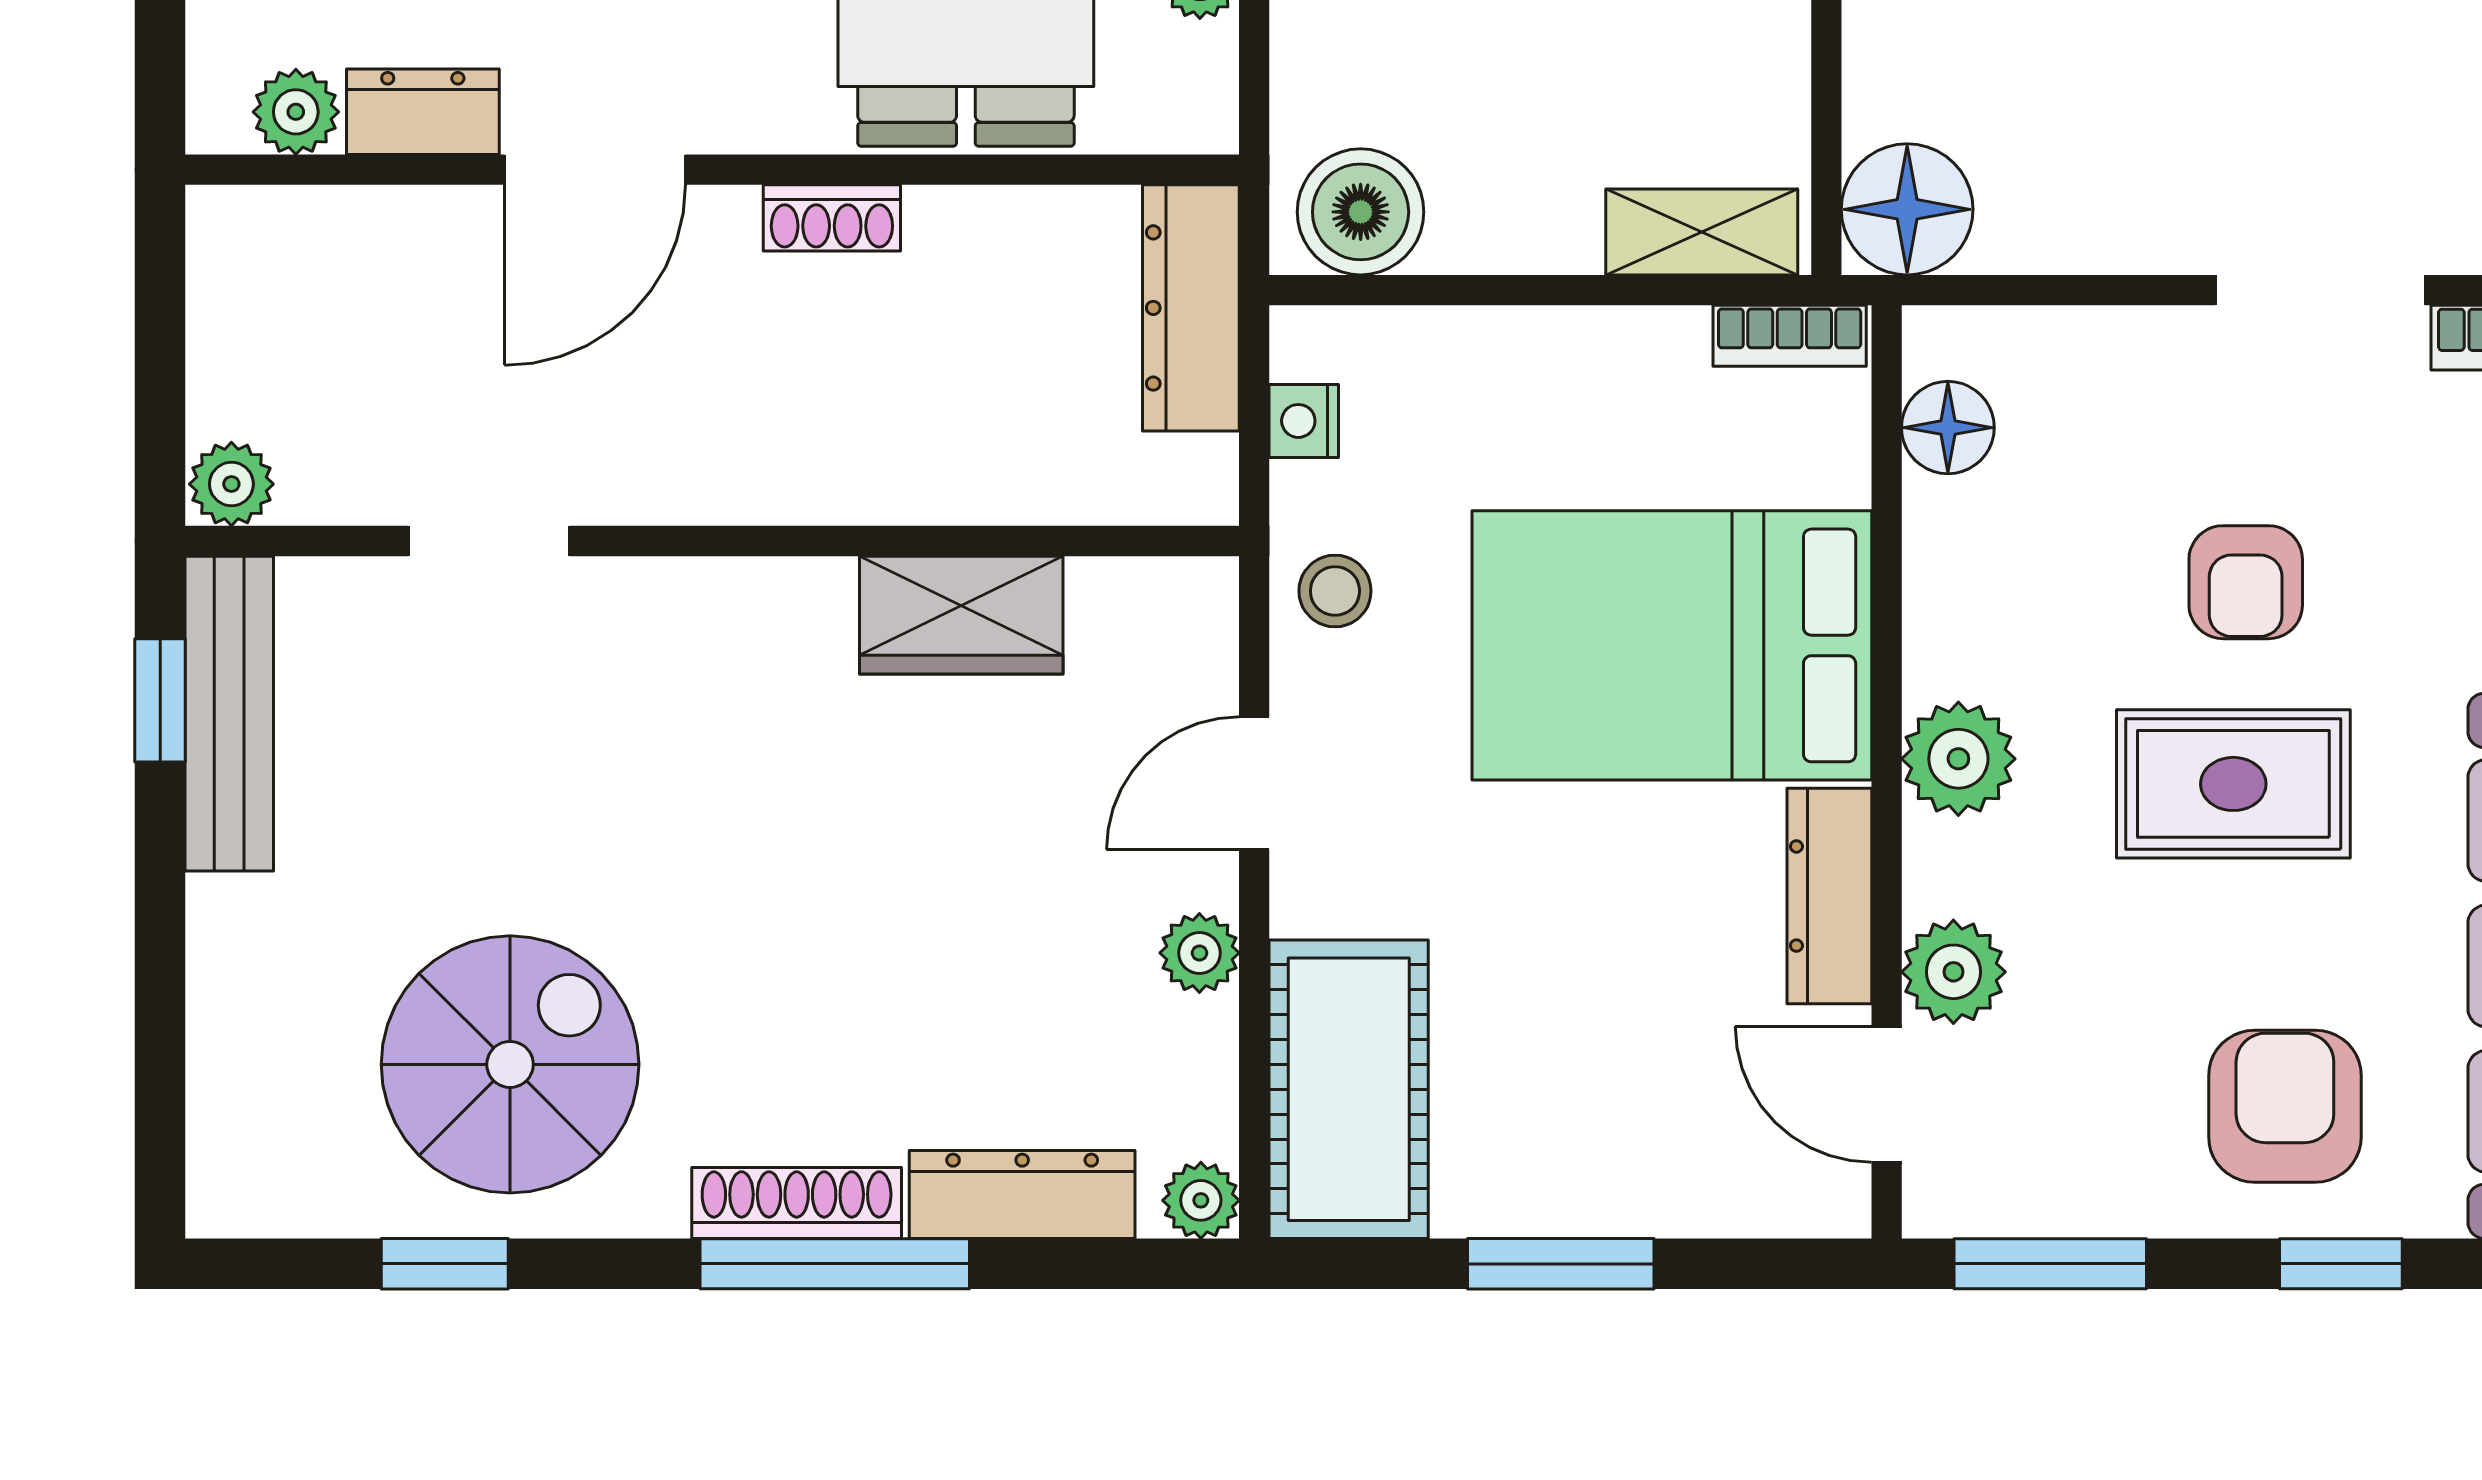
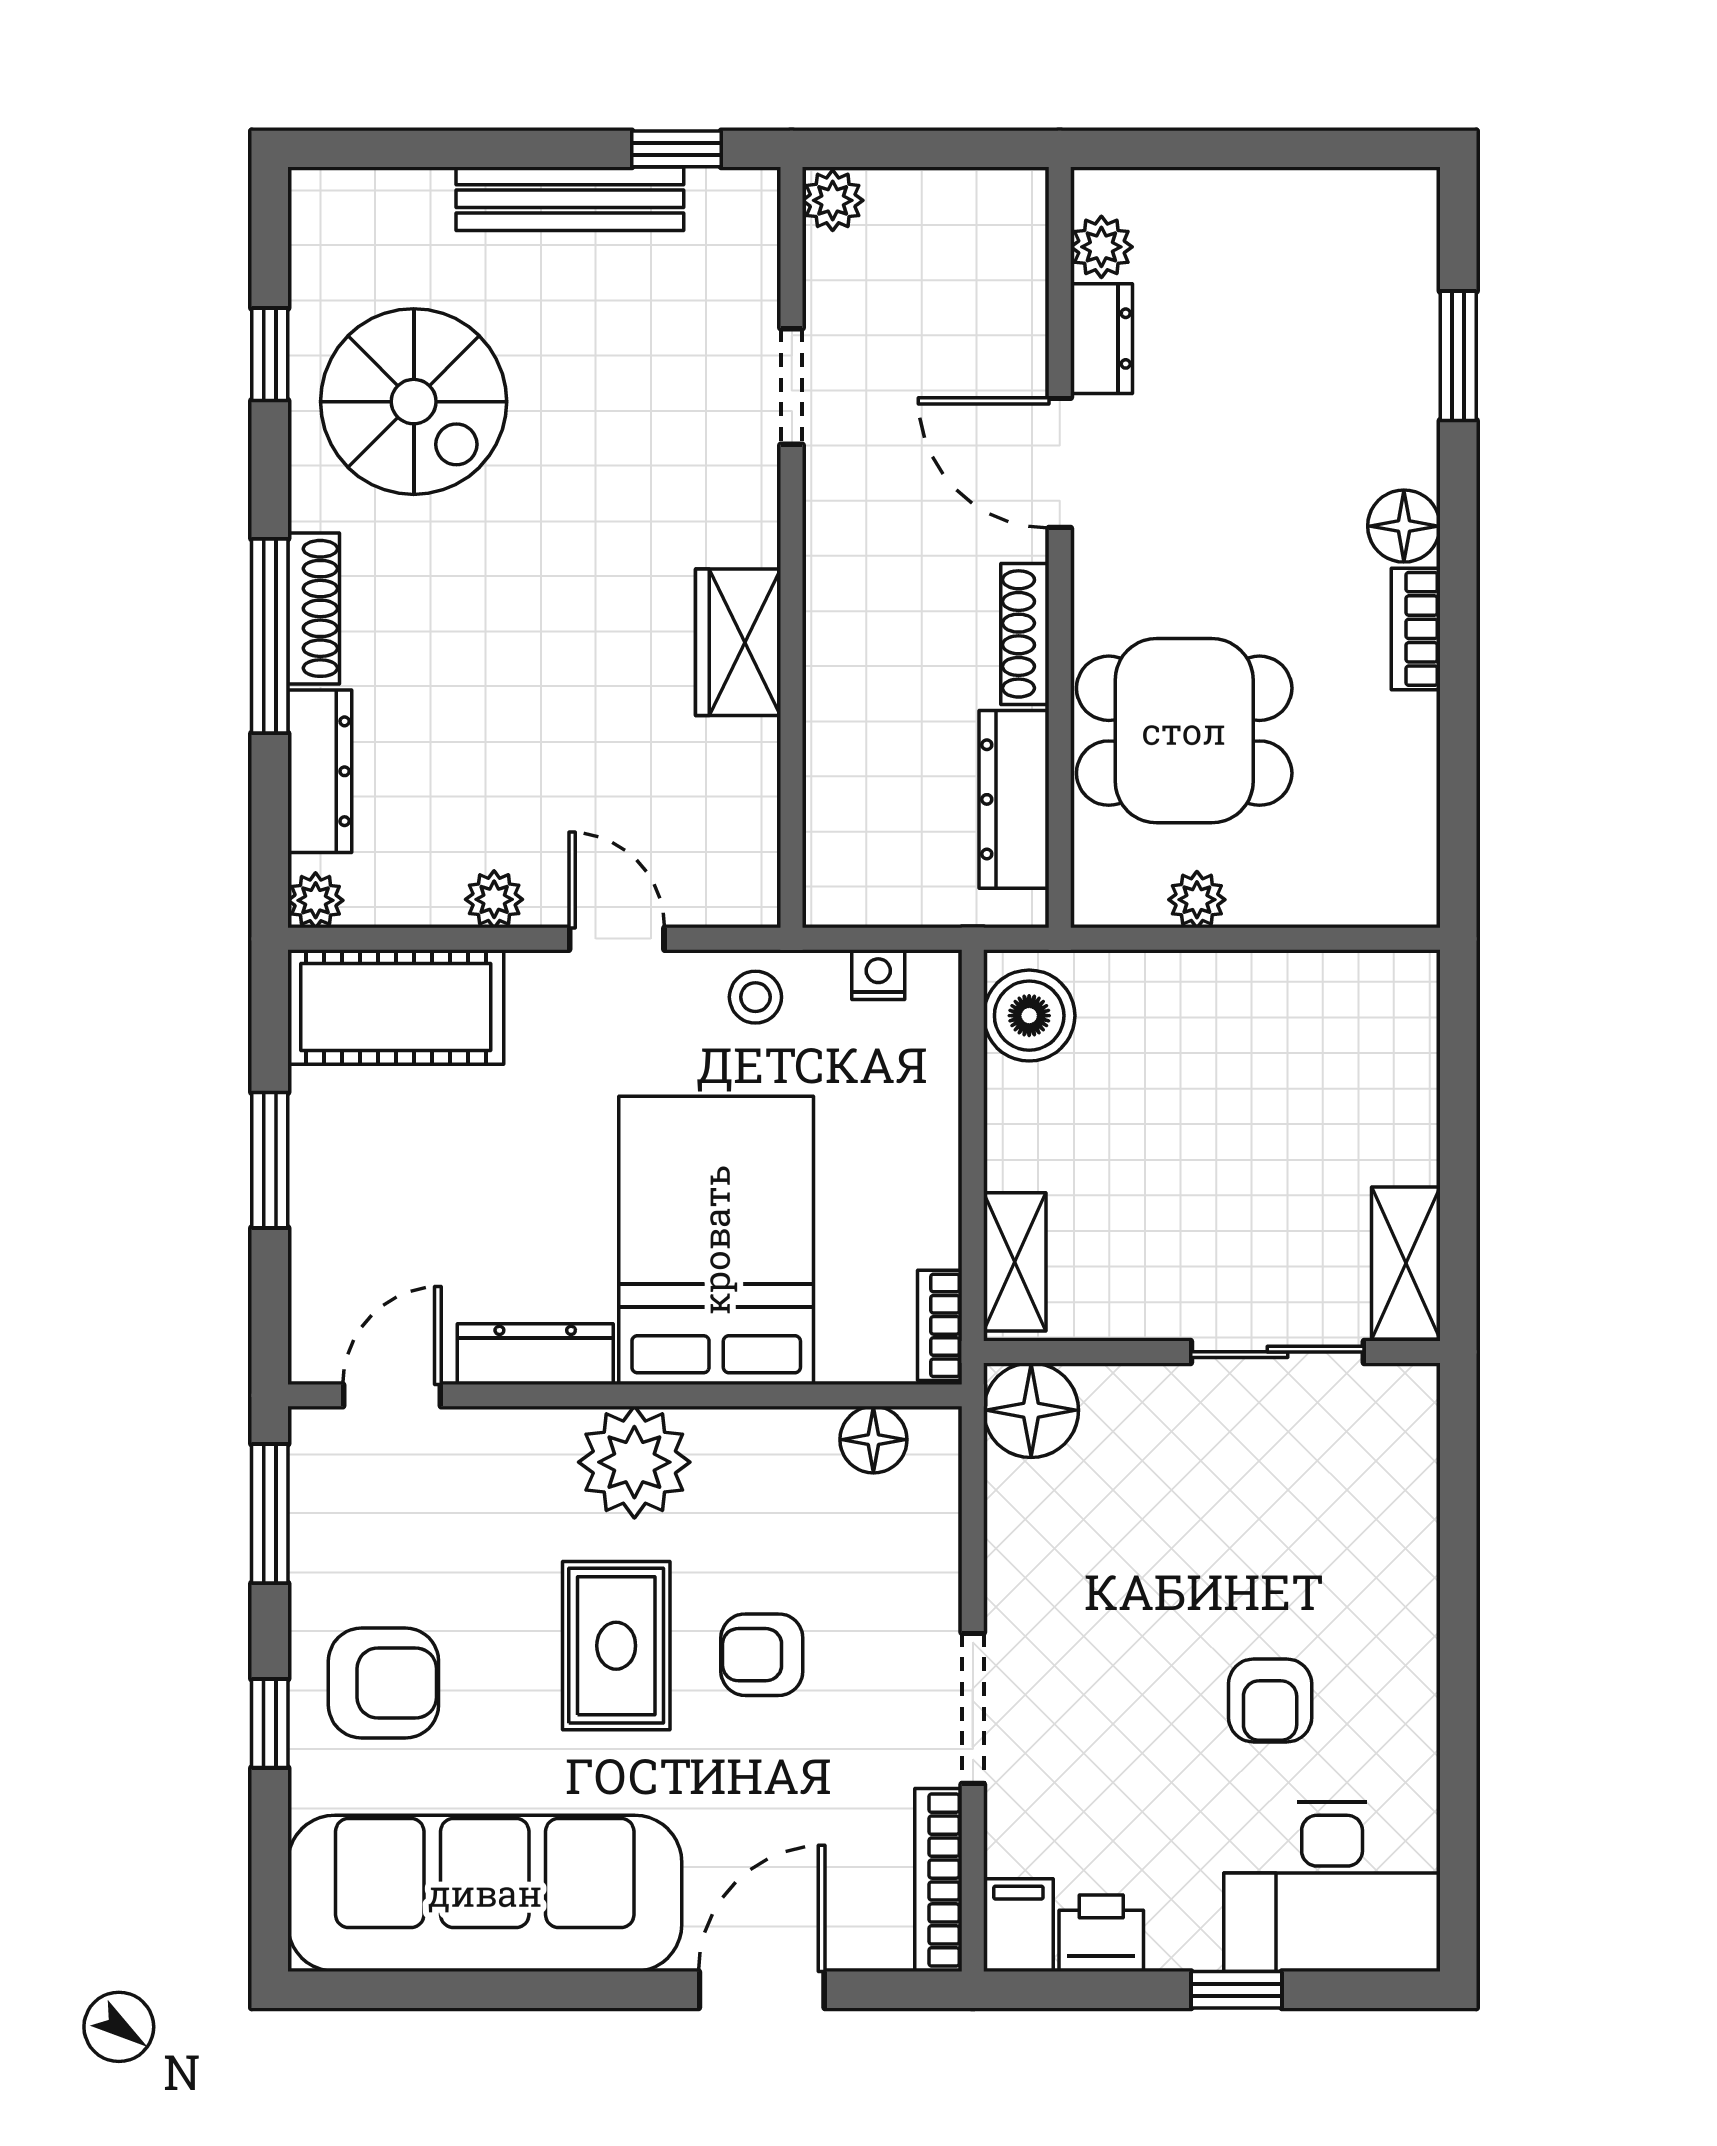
shoe rack: (832, 218) -> (1025, 634), width x1.43
dresser: (1191, 308) -> (1014, 799), moved, turned -90
wardrobe: (961, 615) -> (738, 642), moved
bench: (229, 714) -> (570, 199), moved
plant: (1958, 759) -> (634, 1462), width x1.36, depth x1.36
plant: (1953, 972) -> (481, 1444), removed

